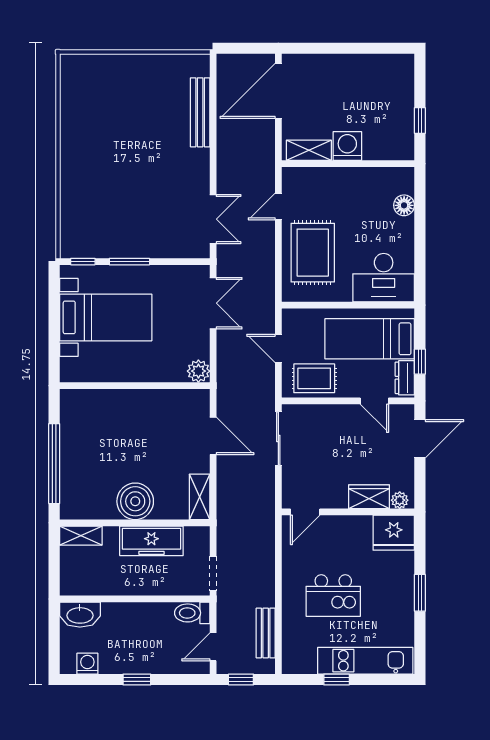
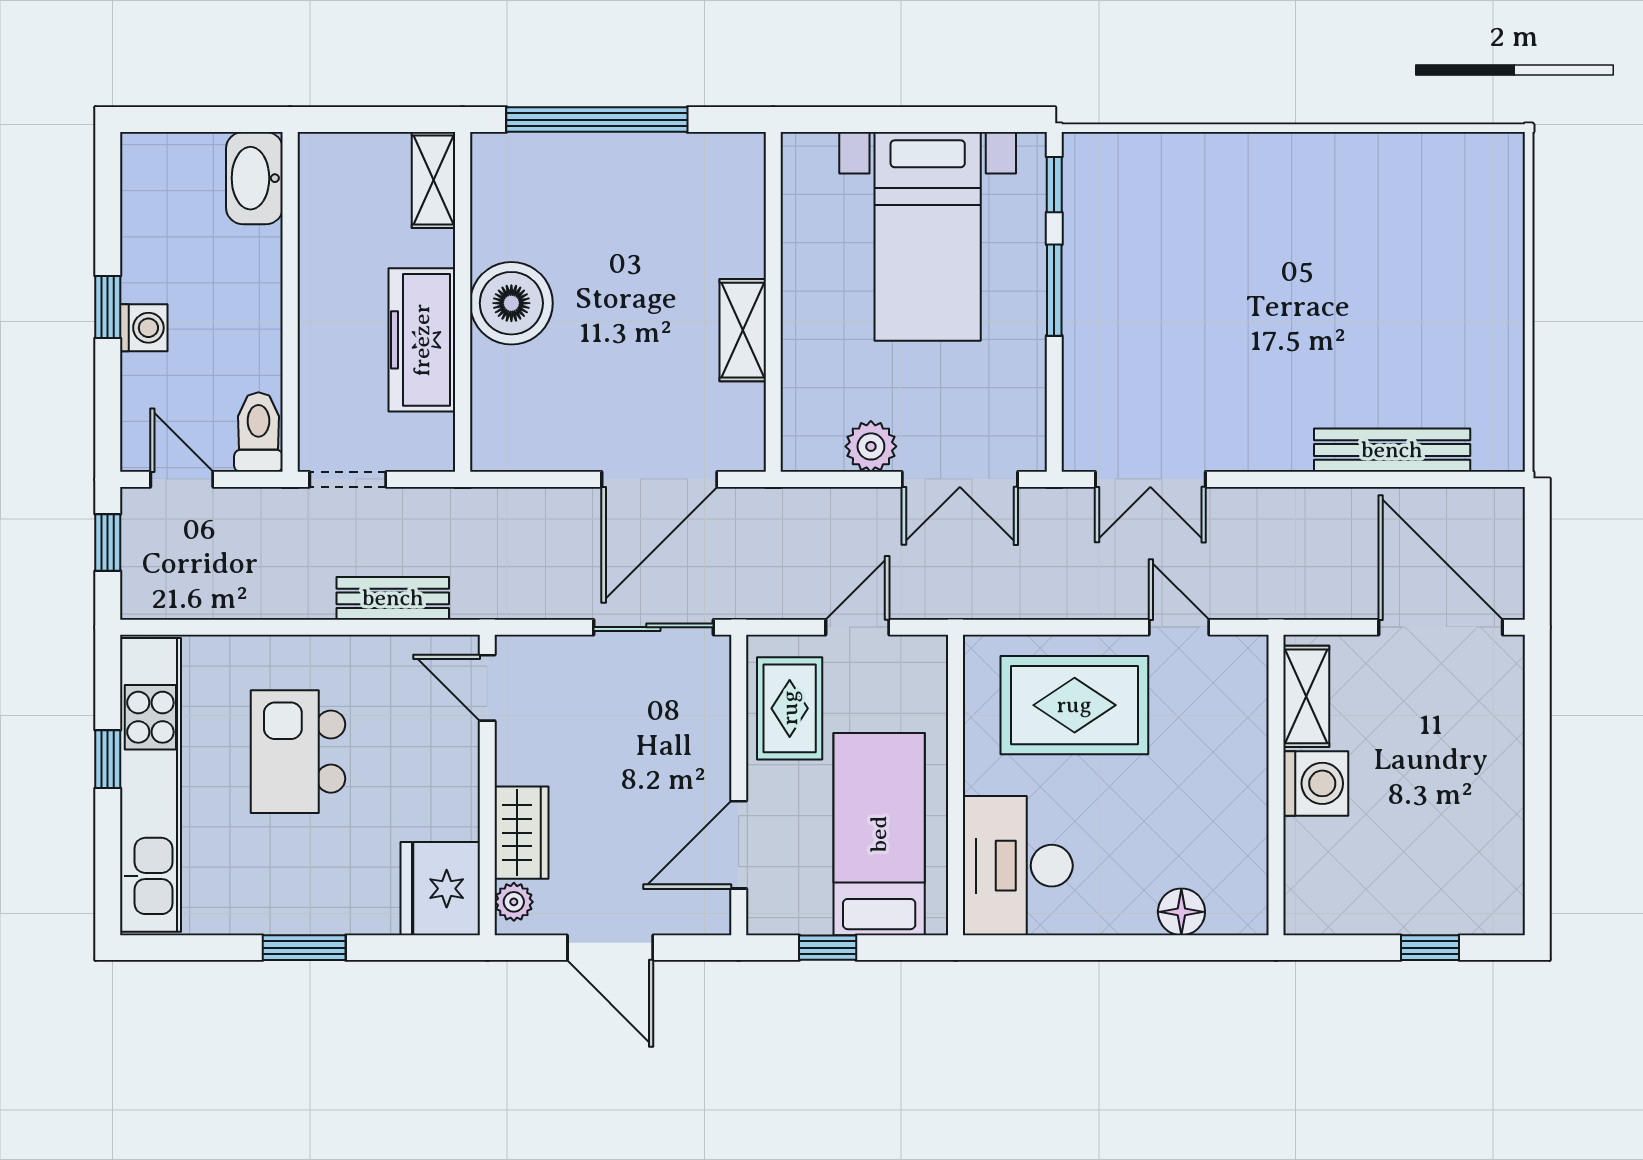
window: (420, 121) -> (1430, 948), moved
plant: (198, 371) -> (871, 446), moved
dresser: (405, 378) -> (791, 914), removed
door: (374, 401) -> (739, 845), width x1.38
door: (213, 436) -> (659, 479), width x1.36
door: (420, 439) -> (610, 948), moved
shelving: (200, 497) -> (743, 330), moved, turned 90
bench: (266, 633) -> (393, 598), moved
kitchen unit: (365, 661) -> (150, 785), width x1.36
washing machine: (87, 664) -> (144, 328), moved

